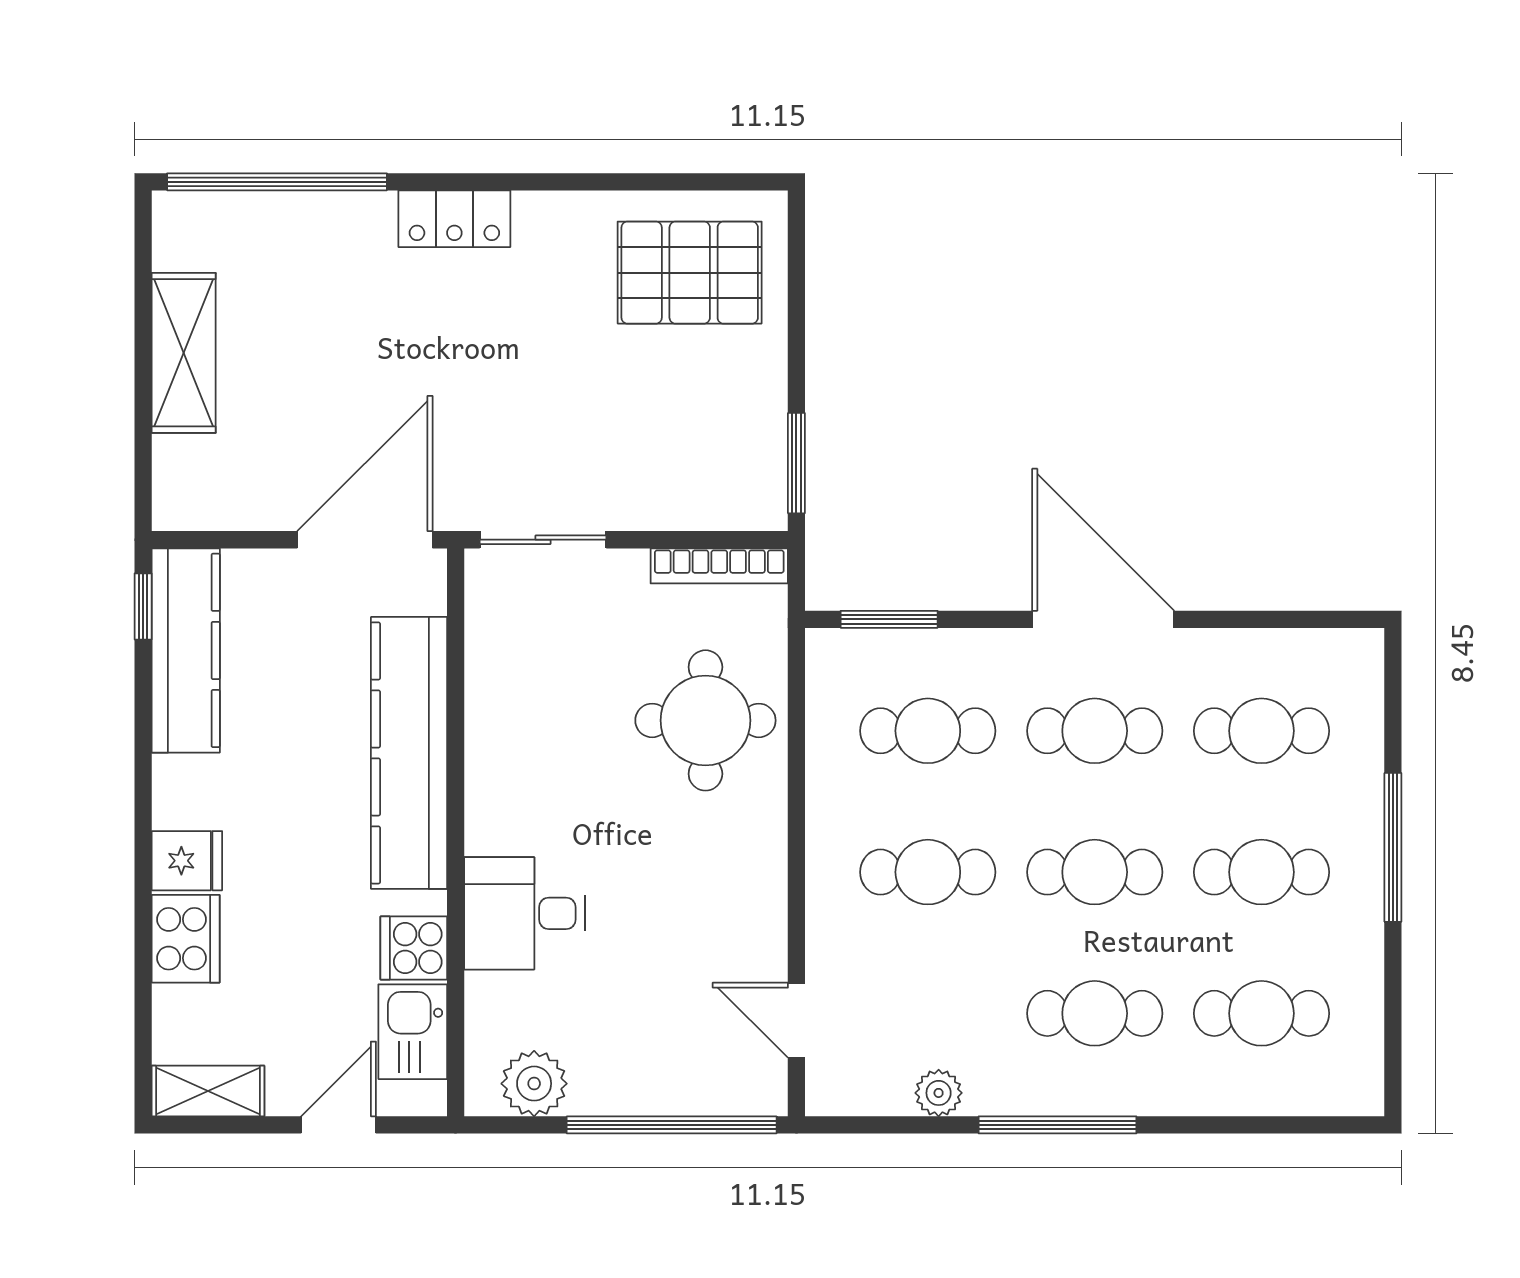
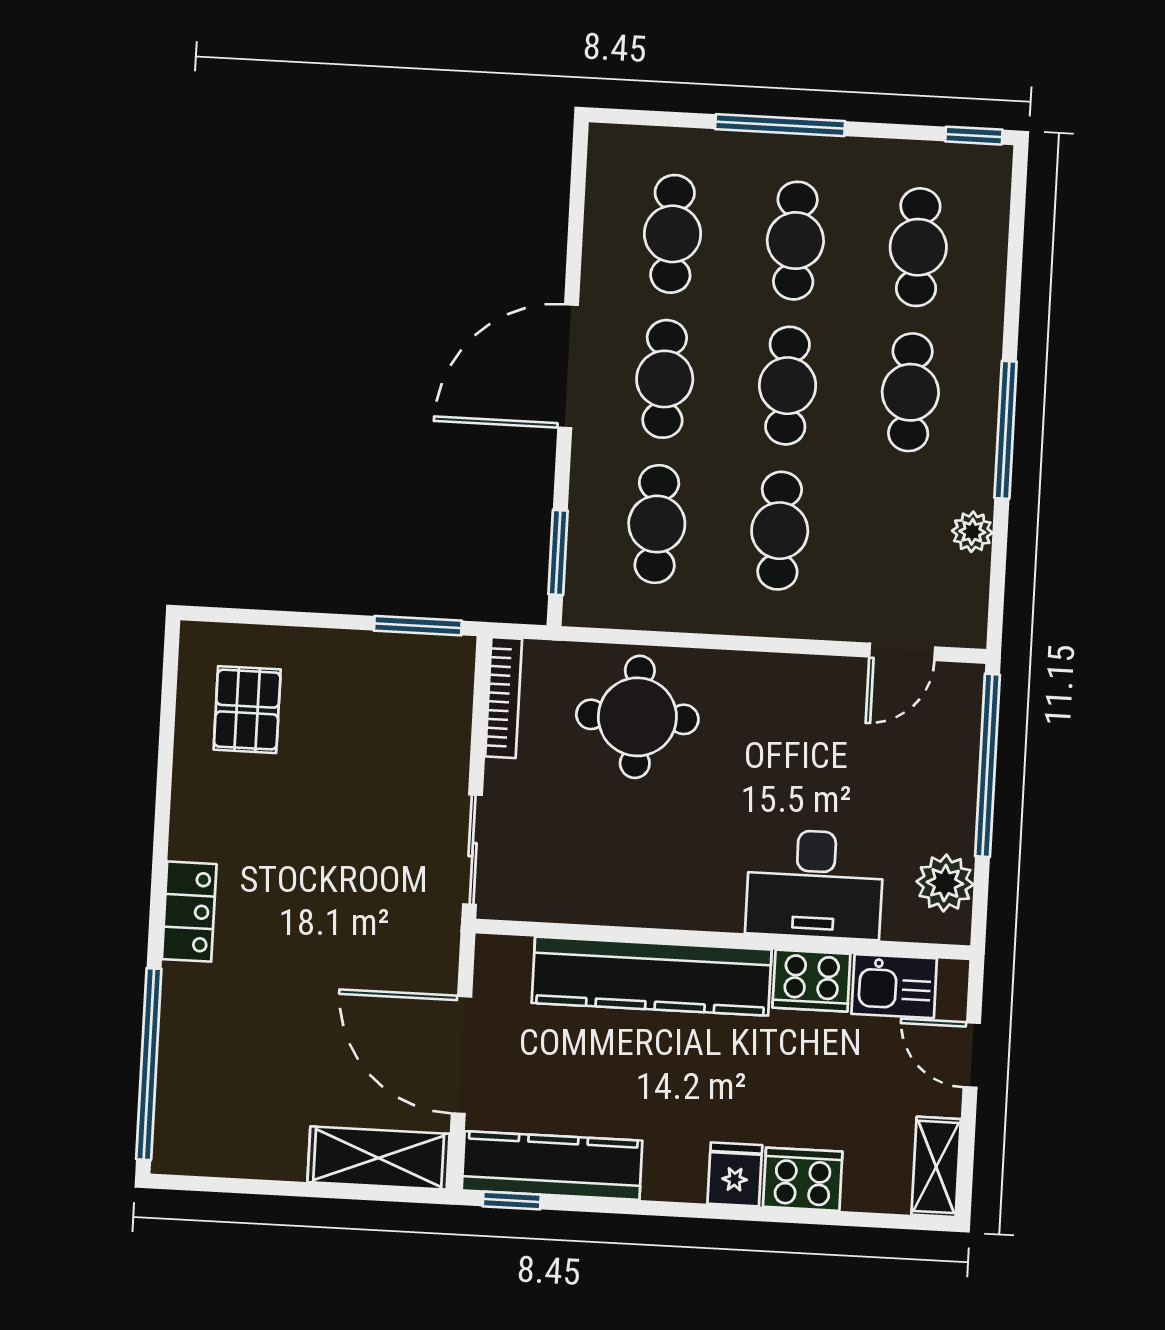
pallet: (690, 273) -> (247, 710), width x0.67, depth x0.71
shelving: (184, 353) -> (379, 1158), moved
door: (365, 540) -> (461, 1055), moved
desk: (525, 913) -> (815, 884), width x1.37
cooker: (414, 948) -> (811, 981), width x1.36
window: (1393, 1070) -> (974, 136), added

